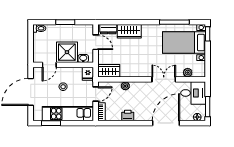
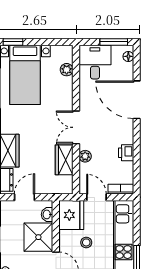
wardrobe: (109, 71) -> (64, 160), moved
fridge: (88, 74) -> (71, 215), width x1.88, depth x1.34
double door: (164, 79) -> (76, 127), moved

